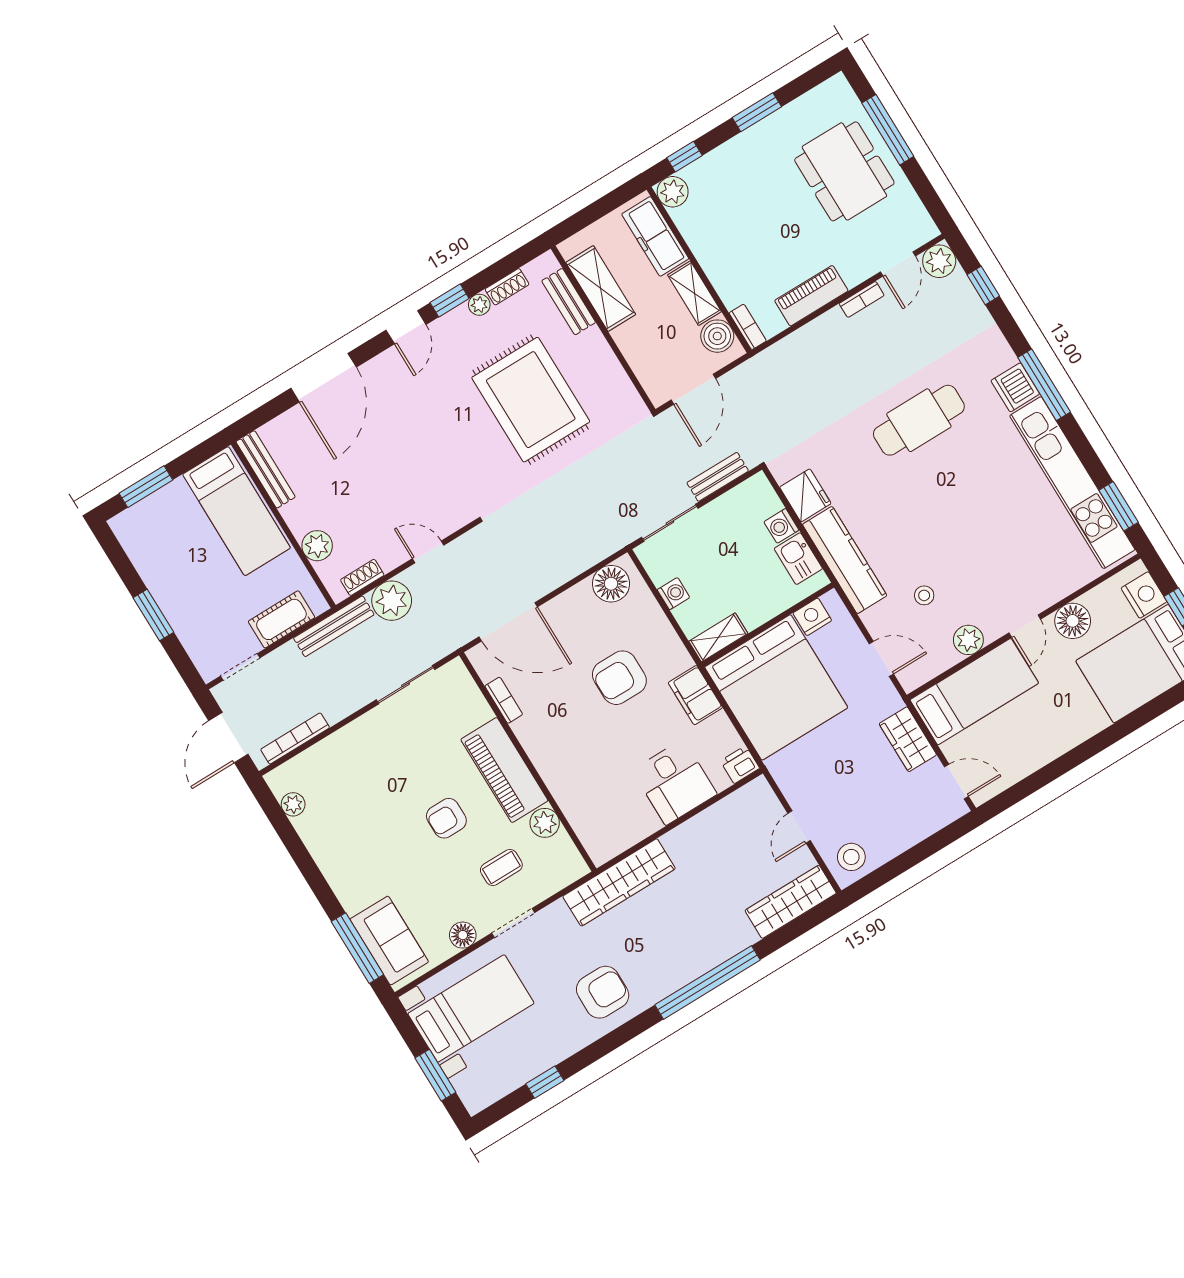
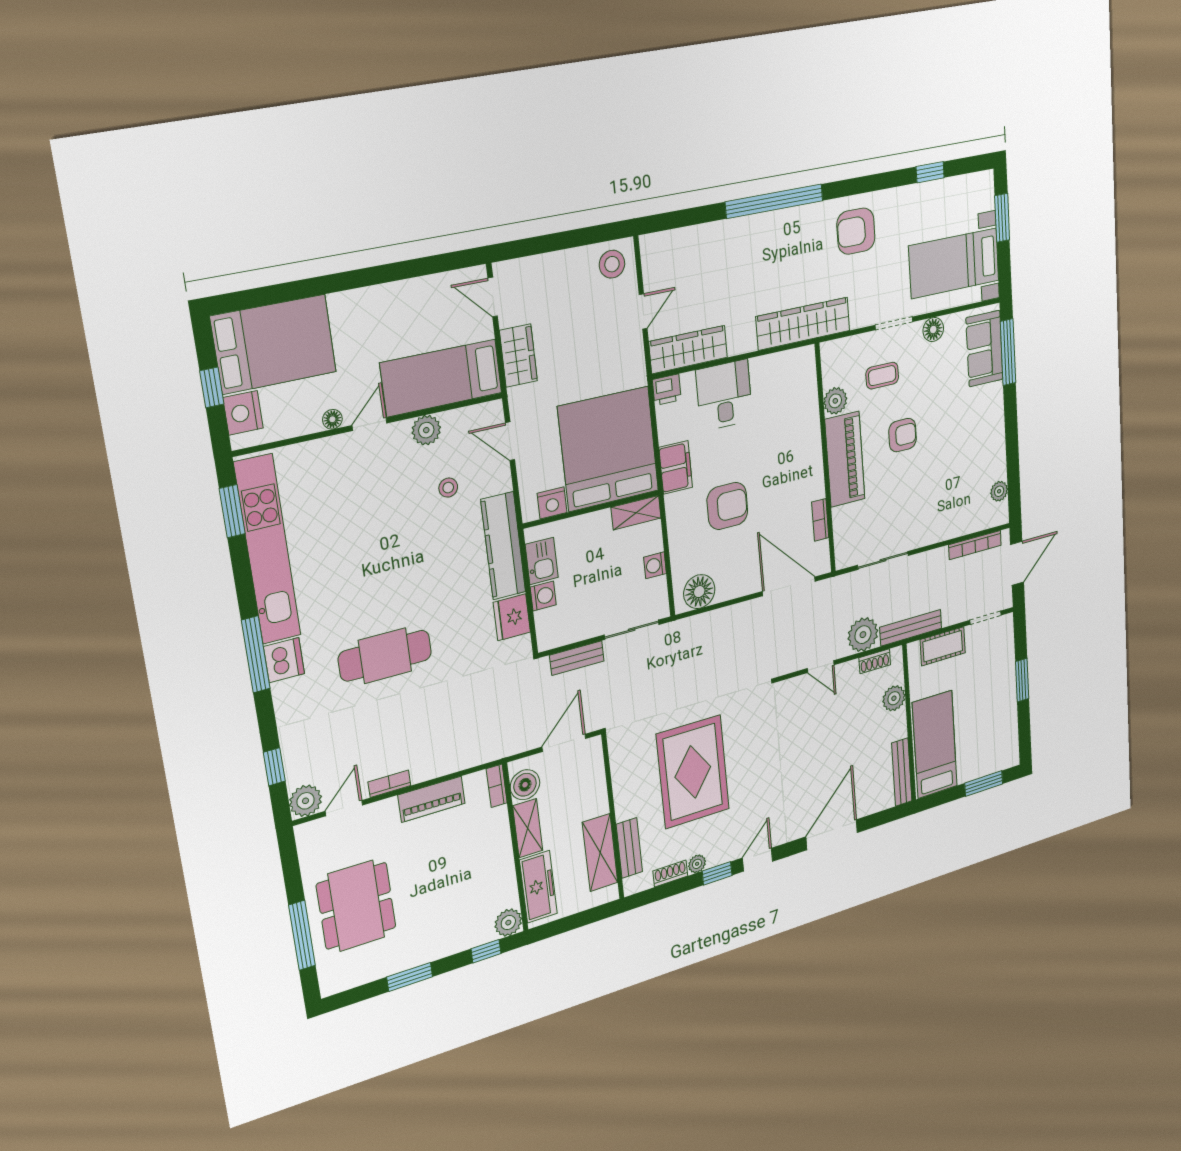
floor lamp: (1073, 621) -> (332, 419), width x0.53, depth x0.53
wardrobe: (791, 902) -> (688, 350), moved, turned 180

